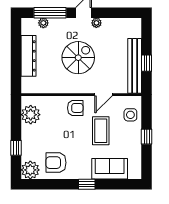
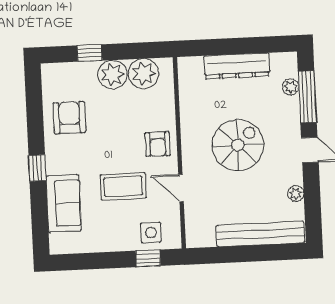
plant: (96, 23) -> (296, 193), moved
spiral stairs: (78, 58) -> (238, 145), turned -90
window: (147, 63) -> (234, 254), removed
bench: (135, 66) -> (260, 234), moved
window: (147, 137) -> (148, 258), moved
plant: (30, 170) -> (112, 75), moved

